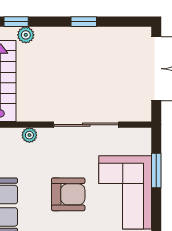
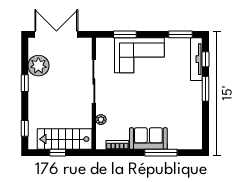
plant: (26, 35) -> (38, 66), moved, width x1.87, depth x1.87
armchair: (68, 194) -> (141, 94), removed

